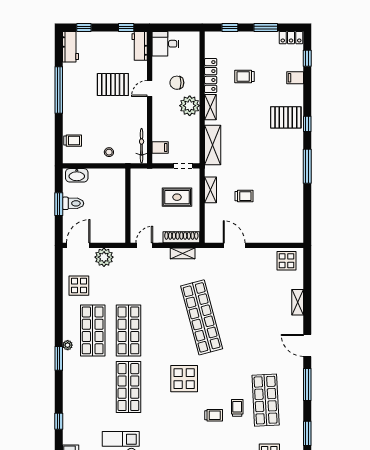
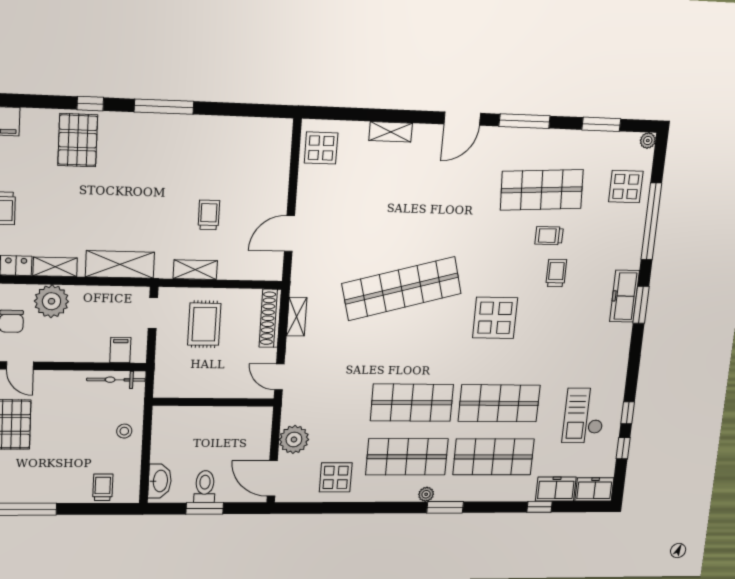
shop shelf: (93, 387) -> (494, 457), added
freezer: (71, 431) -> (556, 489), added

